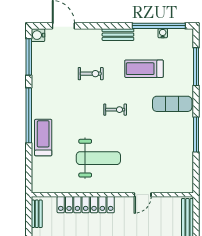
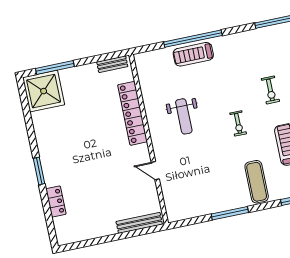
window: (29, 115) -> (193, 39), moved
treadmill: (43, 138) -> (193, 54), turned 180
weight bench: (98, 158) -> (184, 116), width x0.73, depth x0.75

